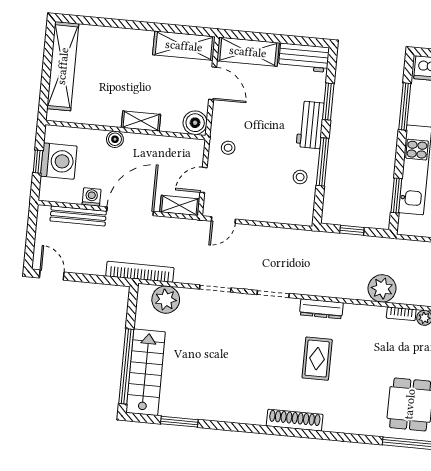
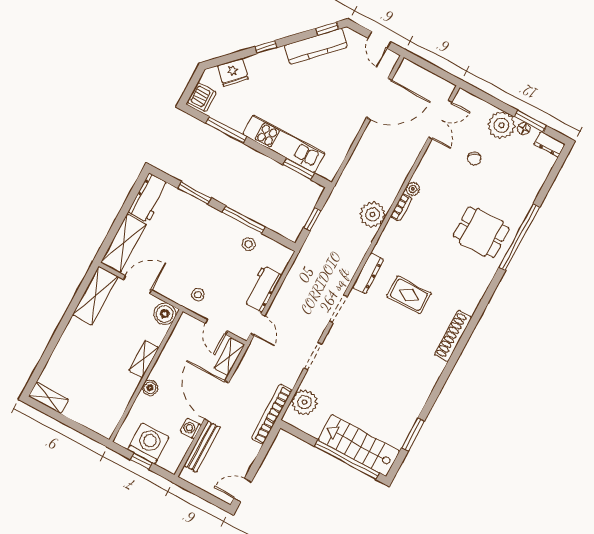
shelving: (63, 66) -> (49, 398), width x0.45, depth x0.75
workbench: (310, 125) -> (262, 289), moved, turned 90

